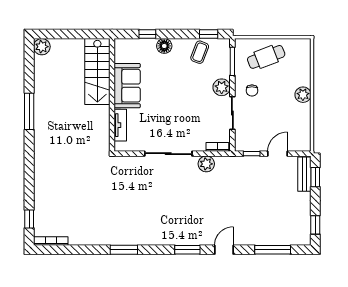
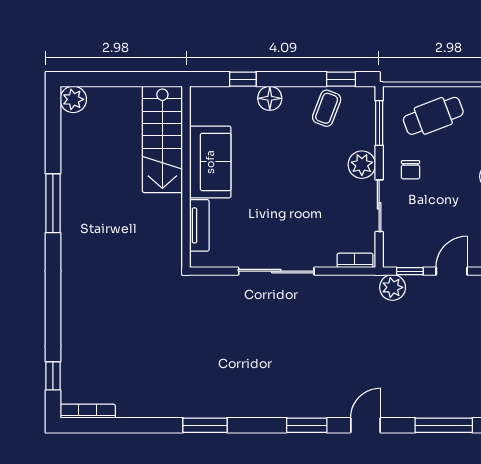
plant: (206, 164) -> (393, 287), moved

